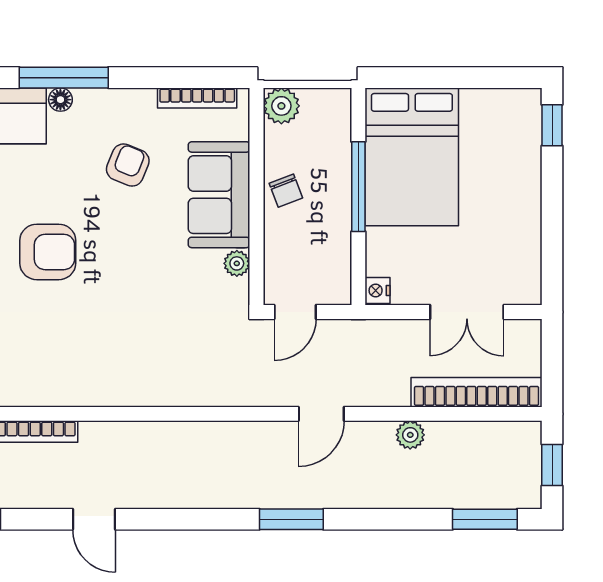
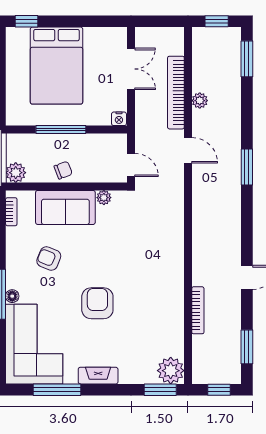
bookcase: (197, 98) -> (11, 212), width x0.64
bed: (412, 157) -> (56, 66), moved, turned 90
bookcase: (477, 392) -> (176, 93), moved

